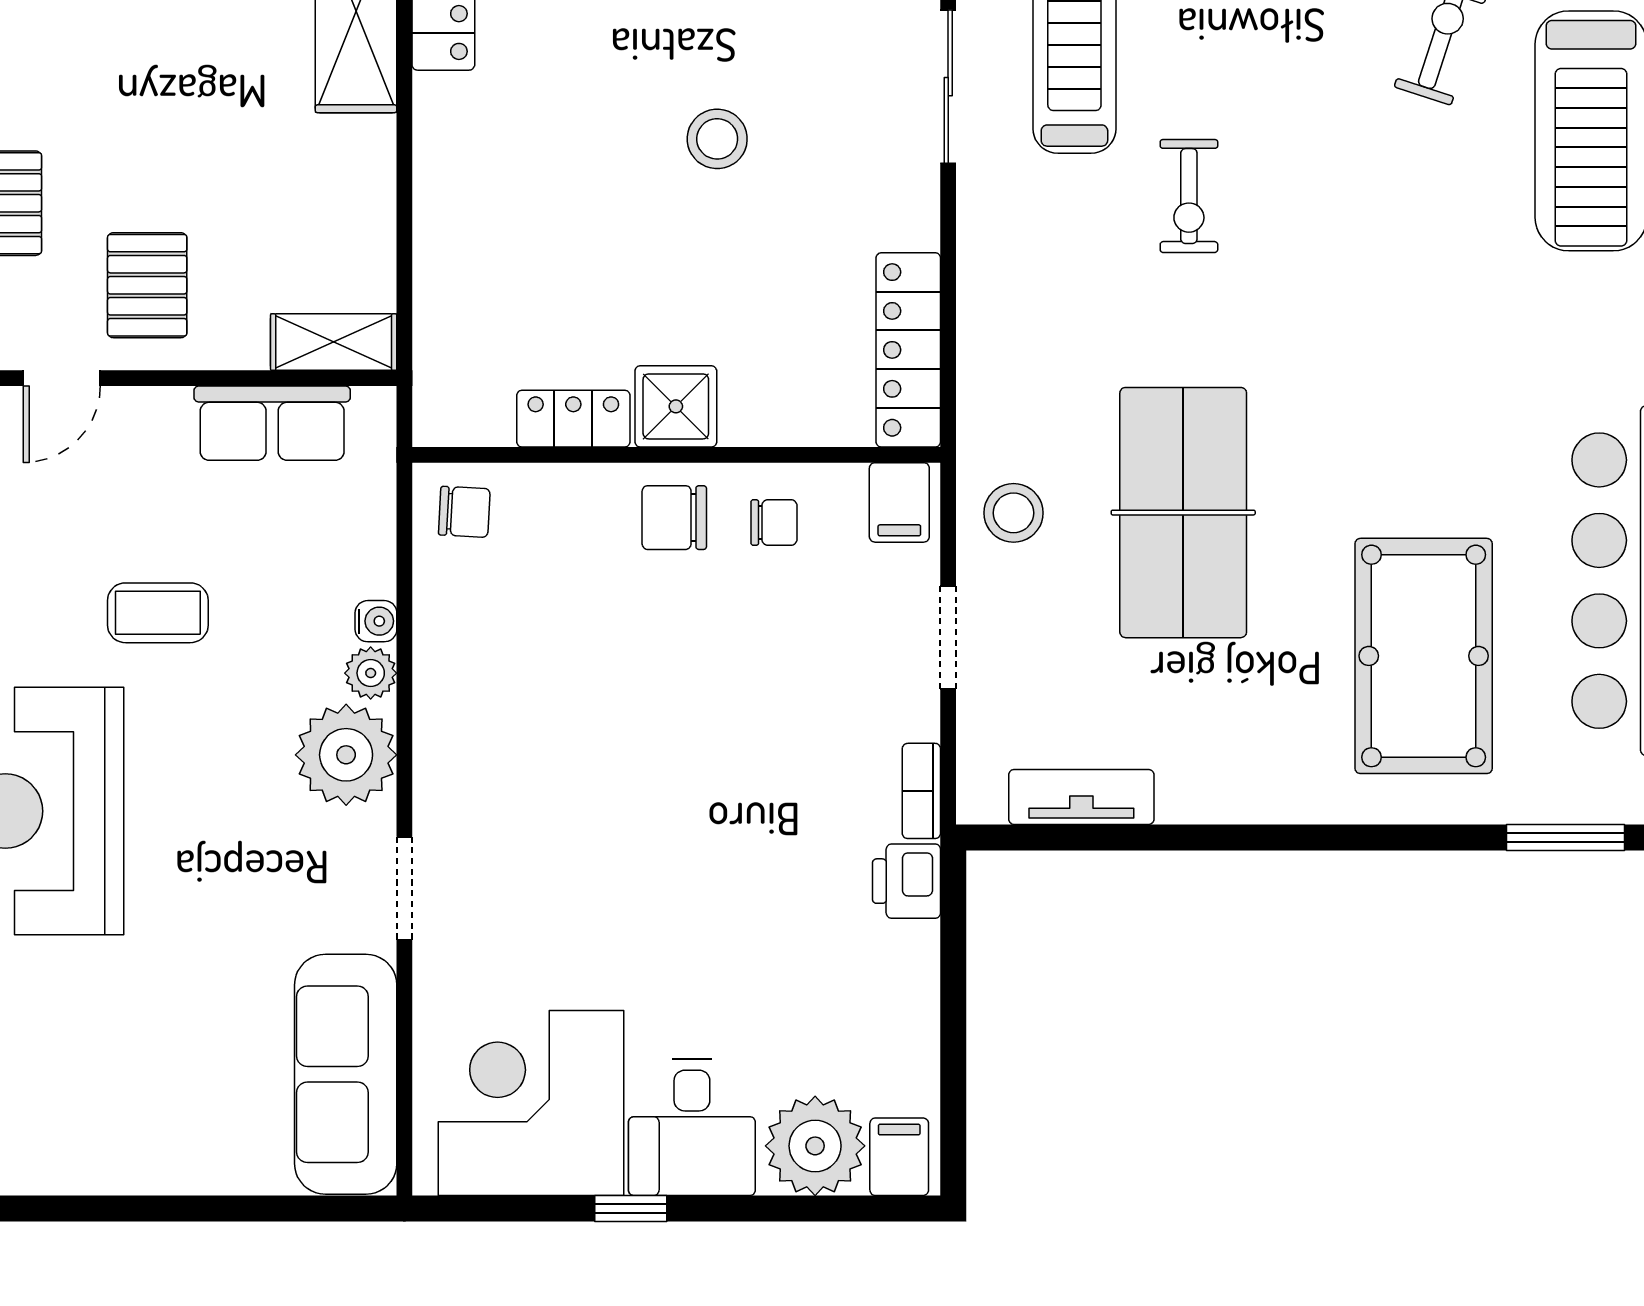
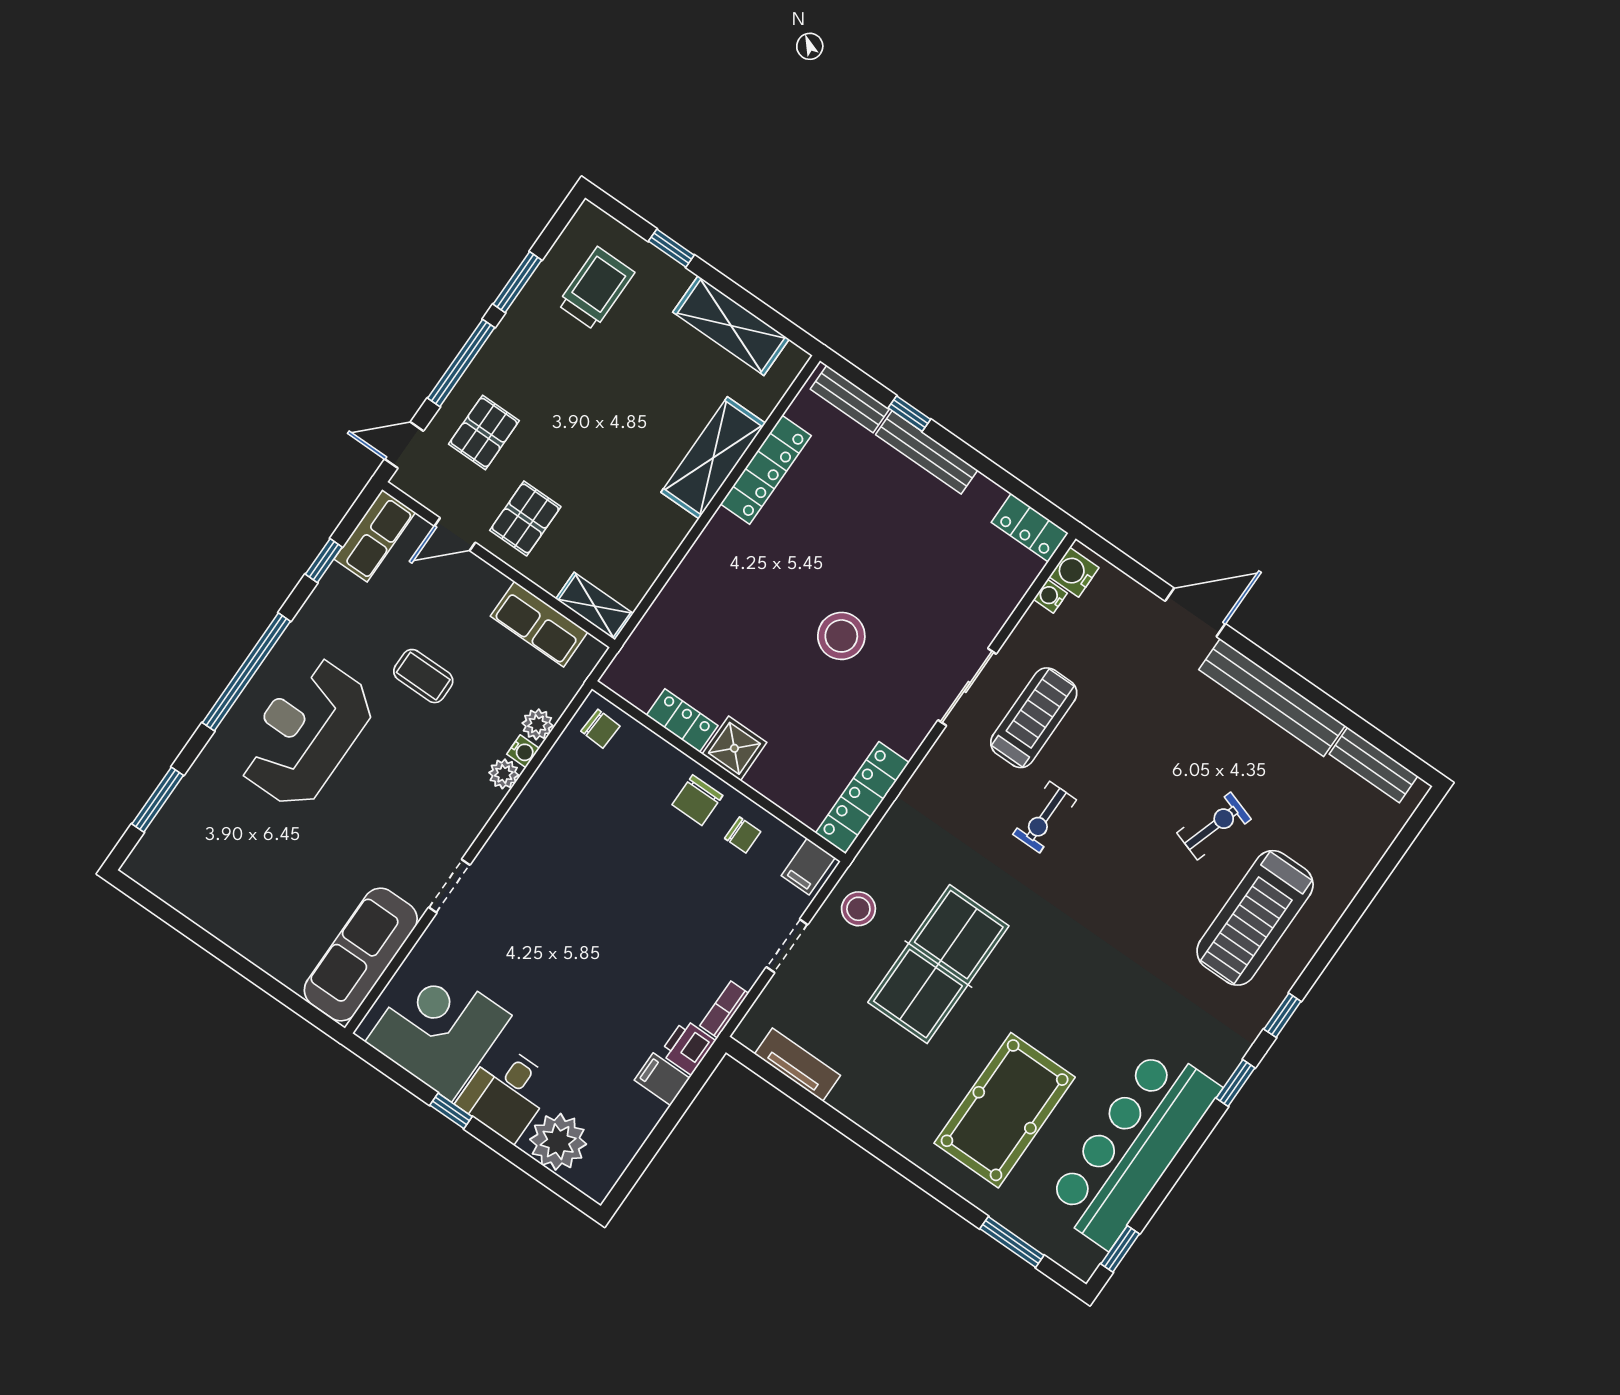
stool: (717, 139) -> (841, 636), width x1.38, depth x1.38
chair: (674, 518) -> (697, 800), turned -90
plant: (346, 755) -> (537, 724), moved, width x0.53, depth x0.53
filing cabinet: (899, 1157) -> (662, 1079), moved, turned -90

